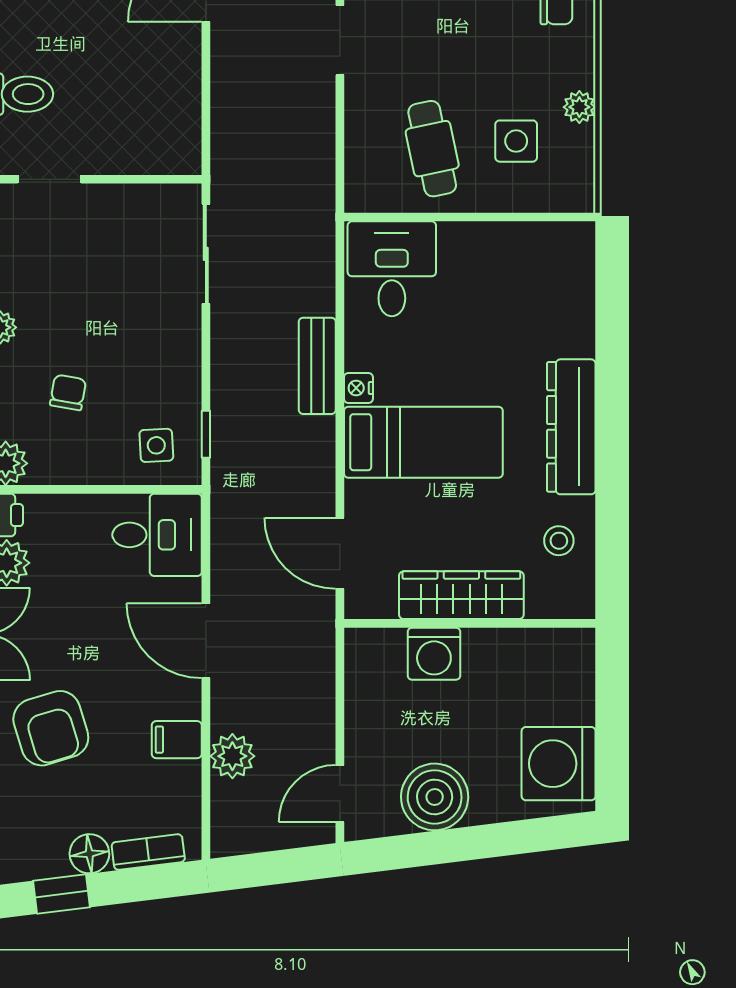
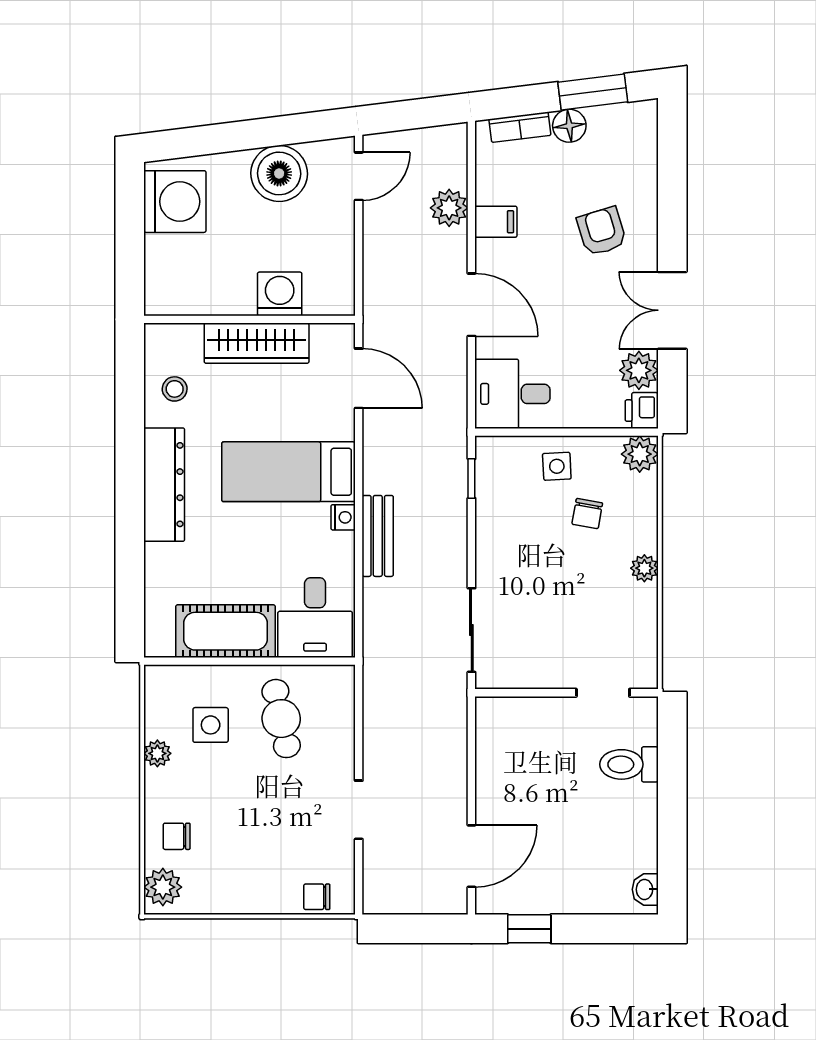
cot: (498, 253) -> (225, 631), added
side table: (156, 445) -> (557, 466), moved
armchair: (51, 728) -> (602, 231), width x0.72, depth x0.72
window: (61, 894) -> (593, 92), width x1.50

